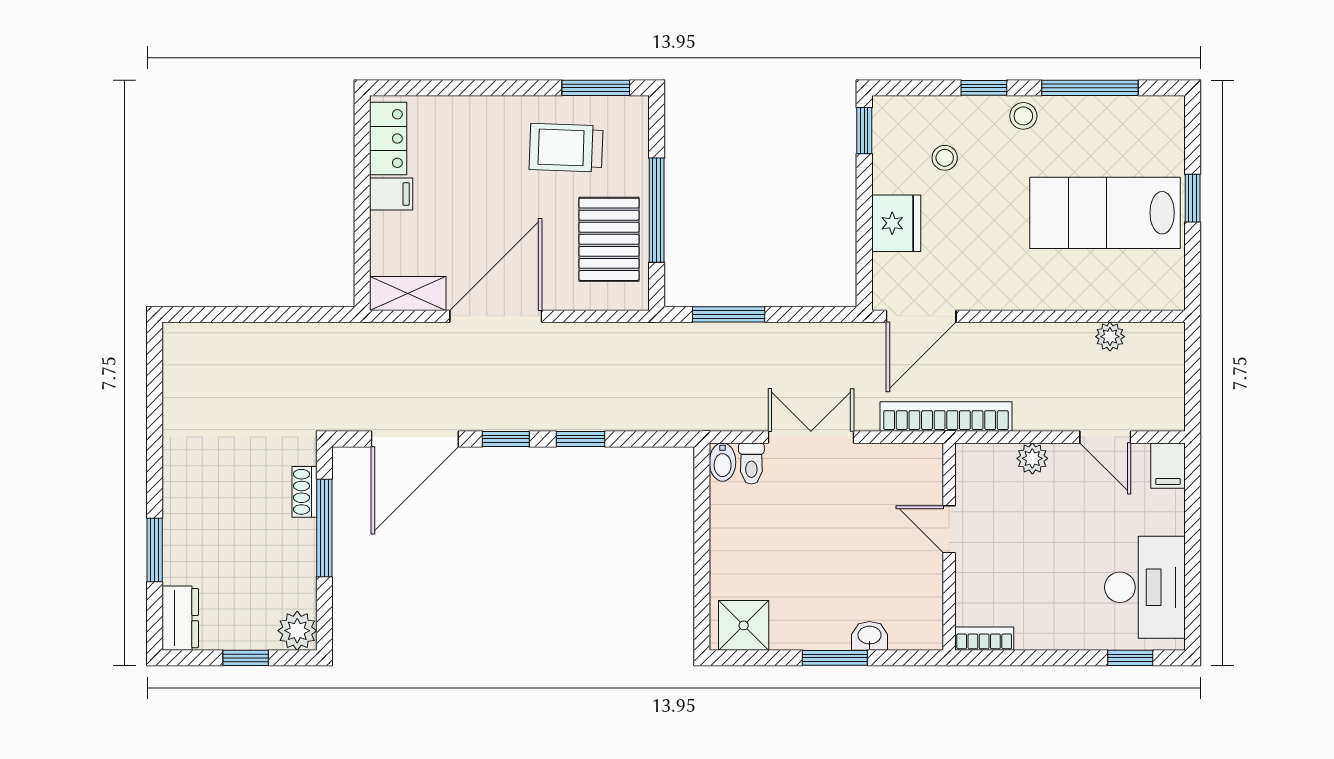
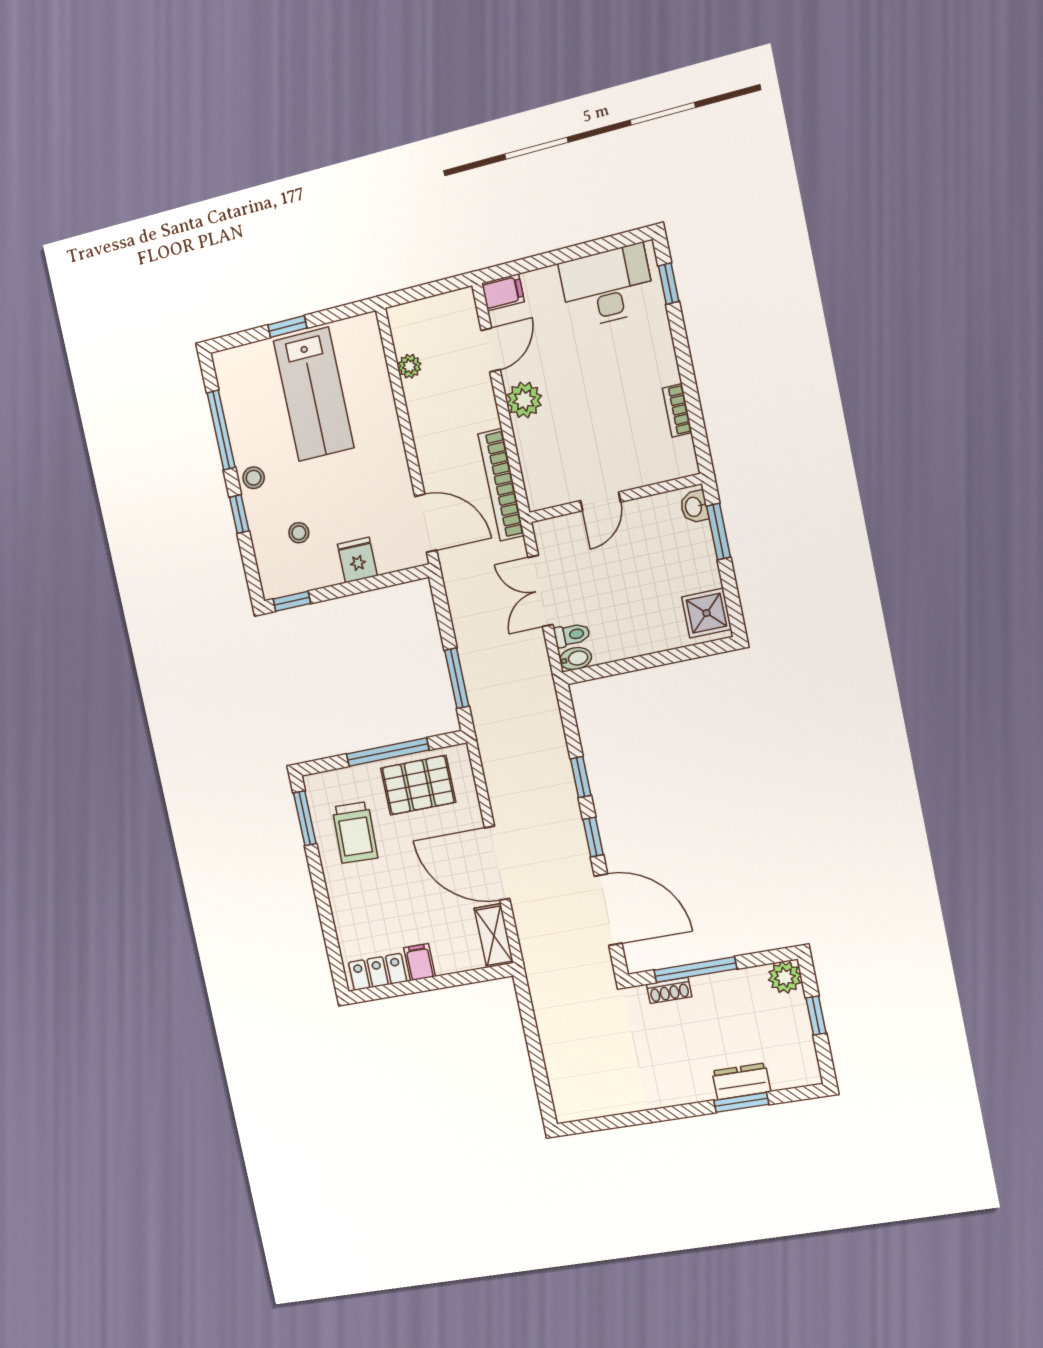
fridge: (896, 223) -> (357, 560), width x0.72
plant: (1032, 458) -> (524, 400), width x1.38, depth x1.38
door: (949, 529) -> (600, 501), moved
wall: (949, 547) -> (615, 498), moved
dresser: (180, 618) -> (741, 1081), moved

